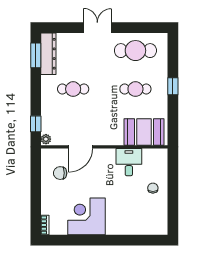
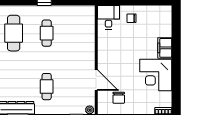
booth: (144, 132) -> (83, 26), removed
desk: (129, 162) -> (108, 17), moved, turned 90
filing cabinet: (118, 227) -> (165, 48), added

